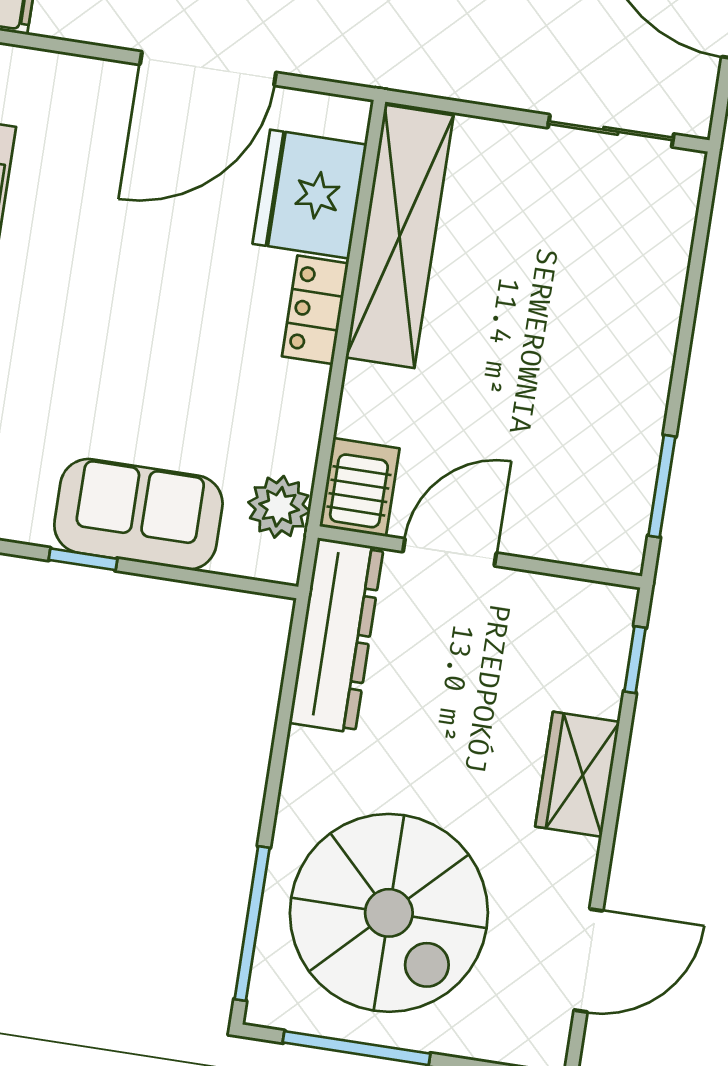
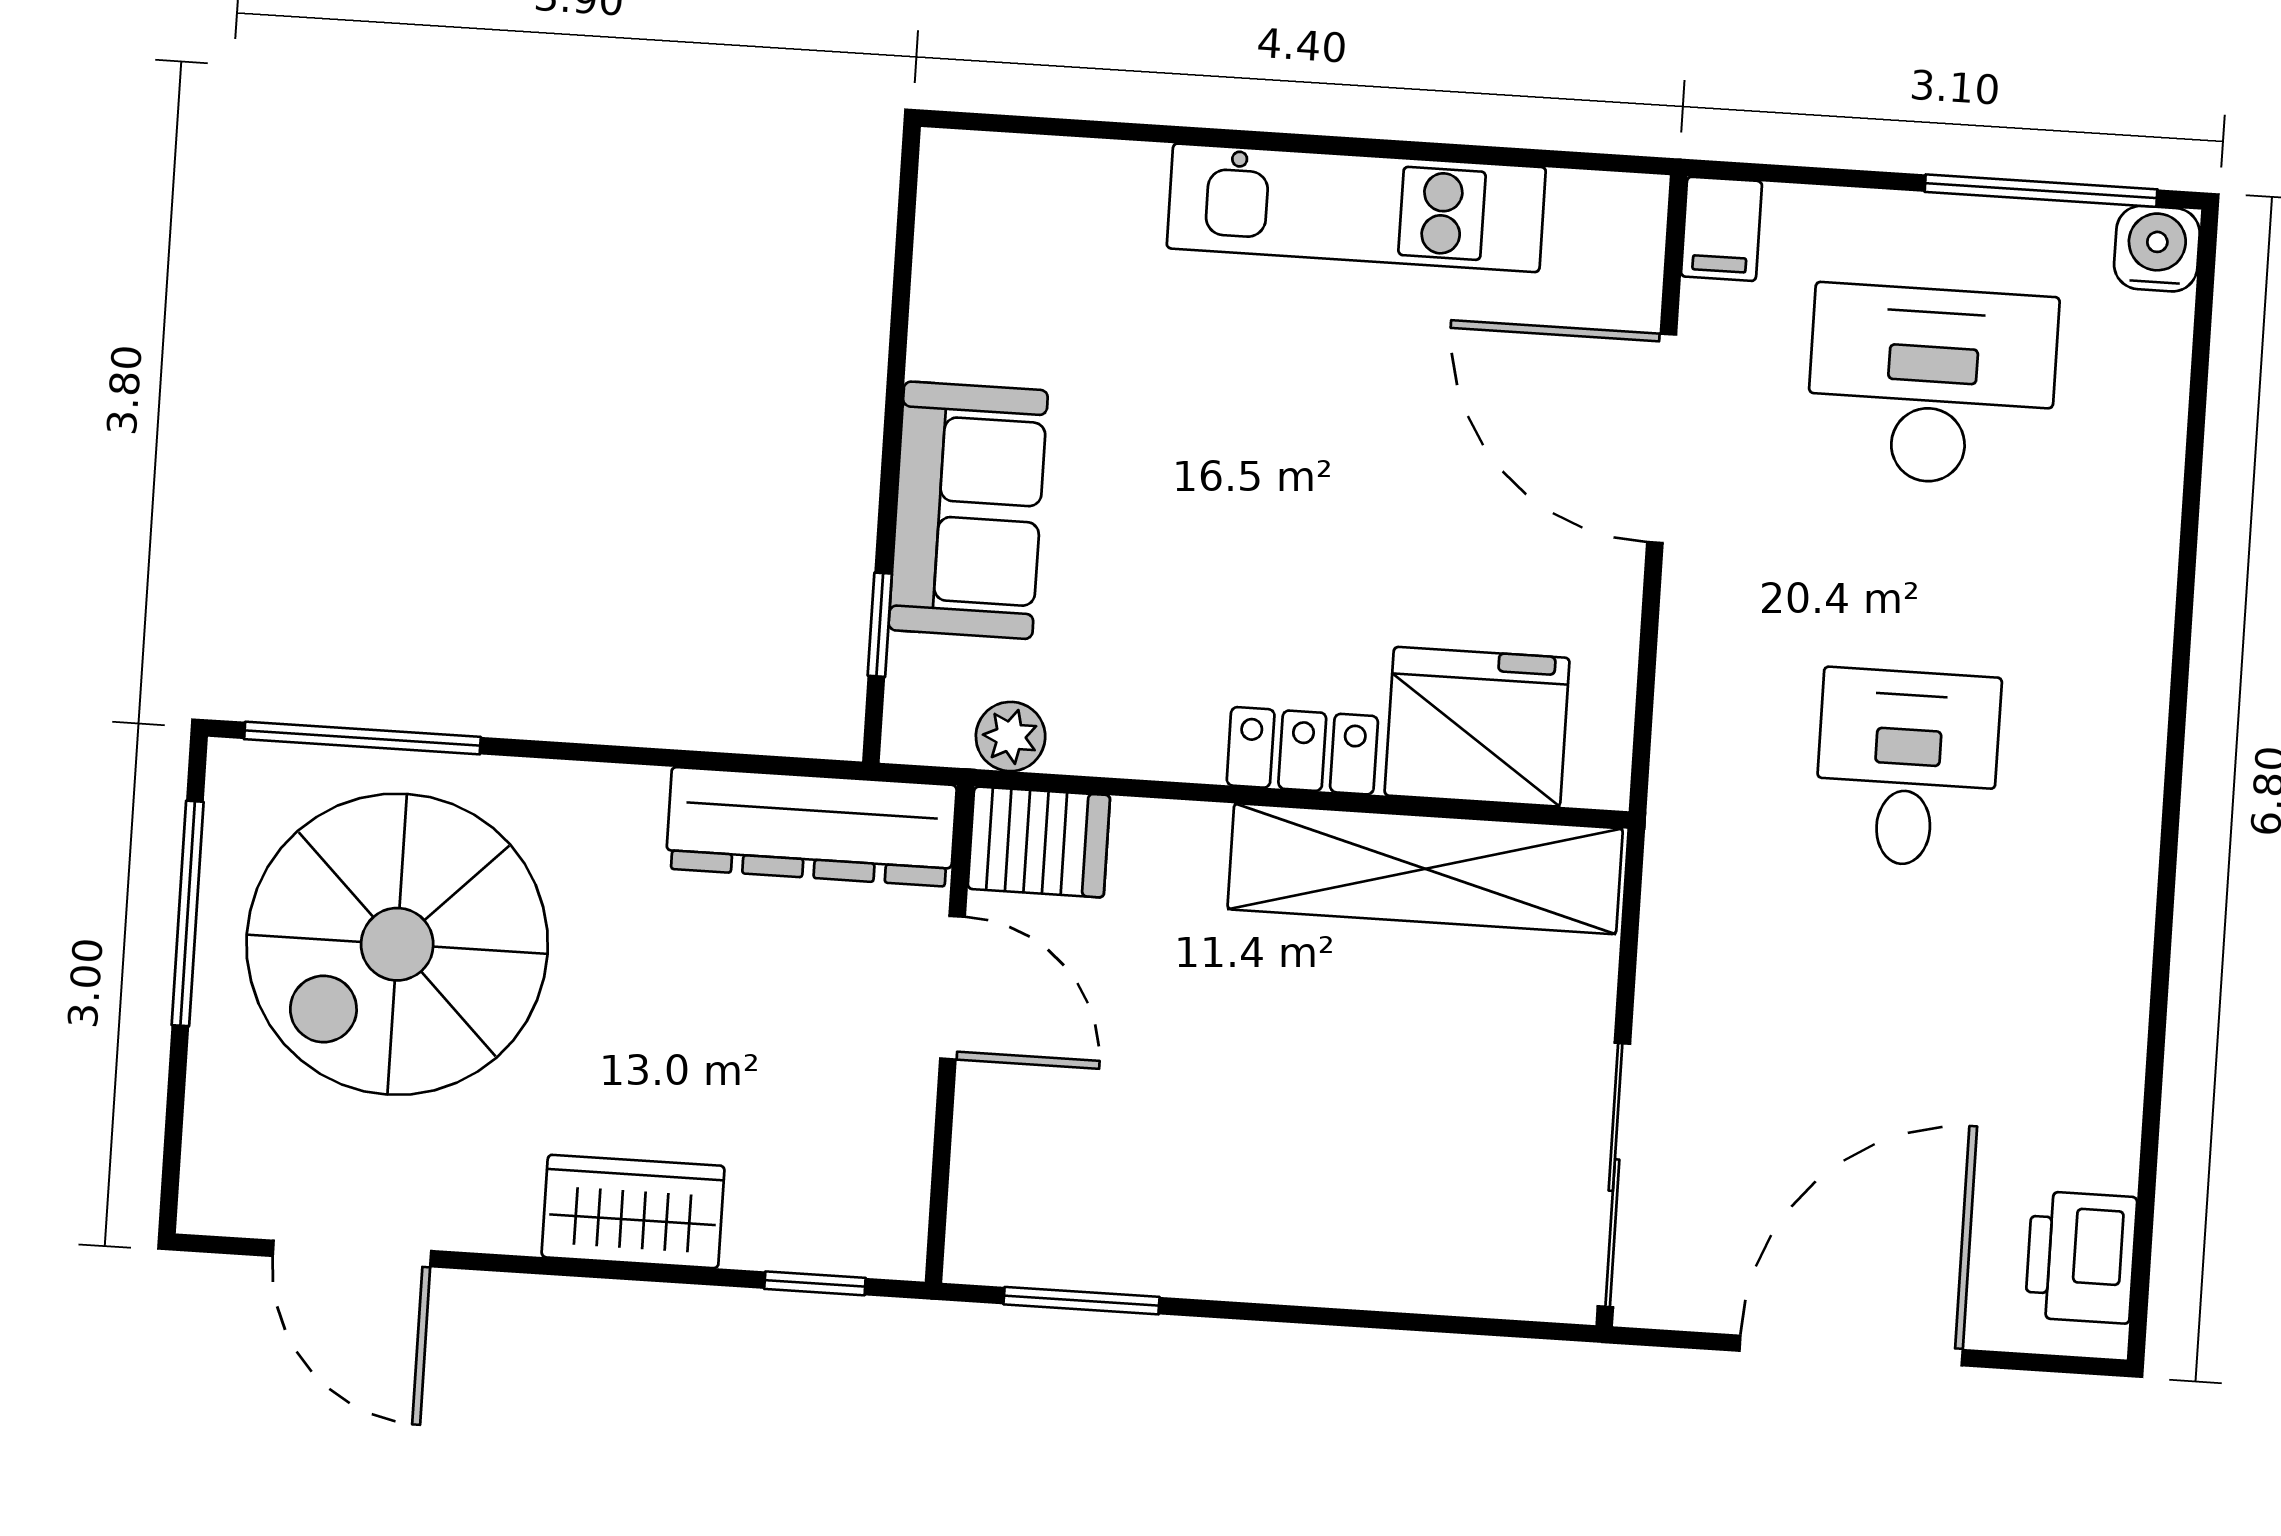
door: (208, 68) -> (1662, 438), moved
sliding door: (611, 131) -> (1614, 1175), width x1.37
plant: (279, 507) -> (1011, 737), width x0.73, depth x0.73
window: (83, 559) -> (880, 625), moved

